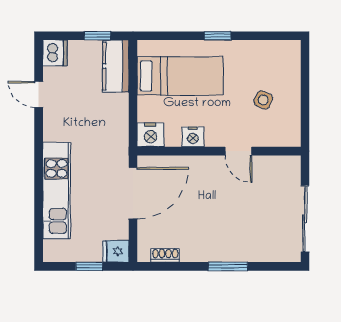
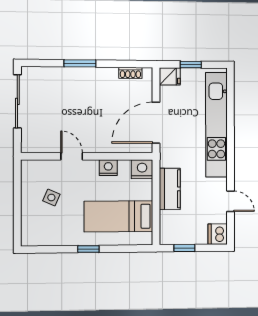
kitchen counter: (116, 66) -> (170, 189), moved
kitchen unit: (57, 191) -> (216, 125), width x1.36

